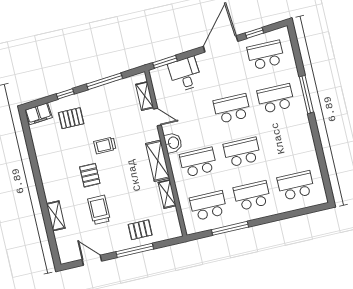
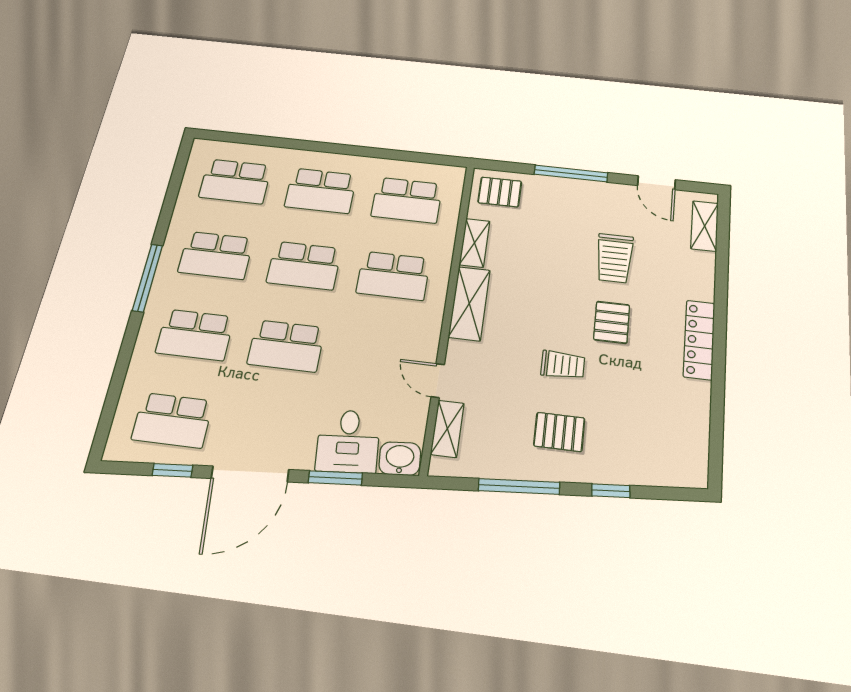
window: (165, 62) -> (335, 478), moved
window: (306, 94) -> (148, 278), moved
filing cabinet: (39, 114) -> (681, 471), removed
pallet: (71, 118) -> (559, 432), moved
school desk: (286, 142) -> (216, 255), added
washbasin: (173, 143) -> (400, 459), moved, turned 85
locker: (48, 181) -> (699, 340), added
shelving: (56, 216) -> (705, 226), moved
window: (230, 228) -> (384, 154), removed
pallet: (140, 230) -> (500, 192), moved

